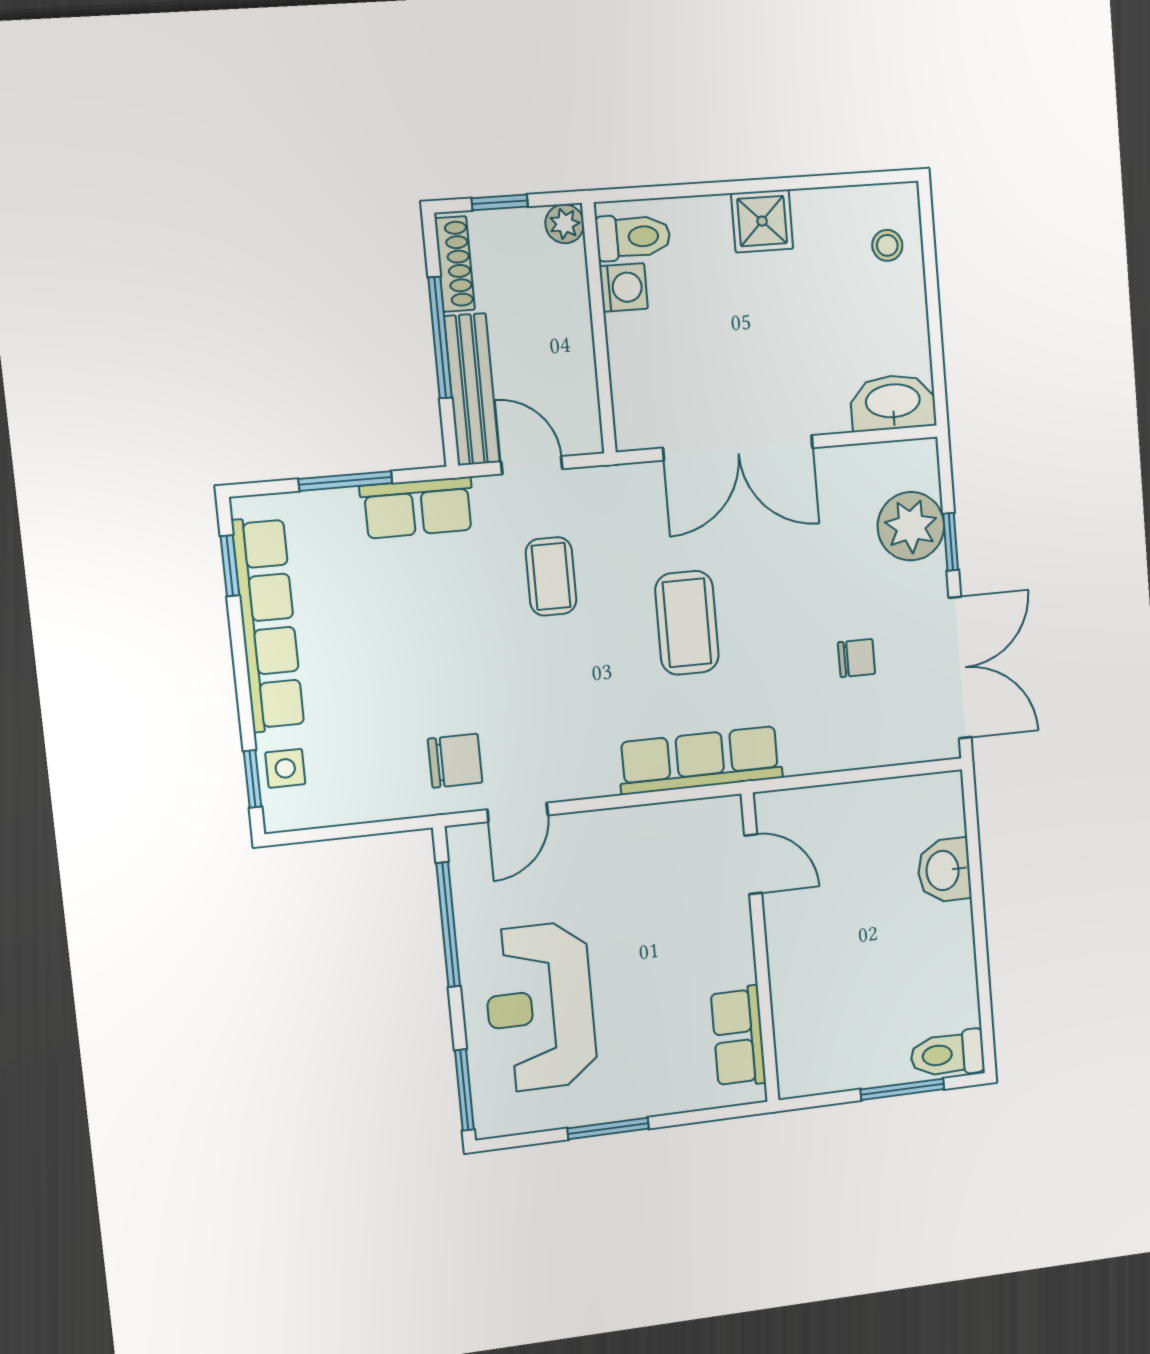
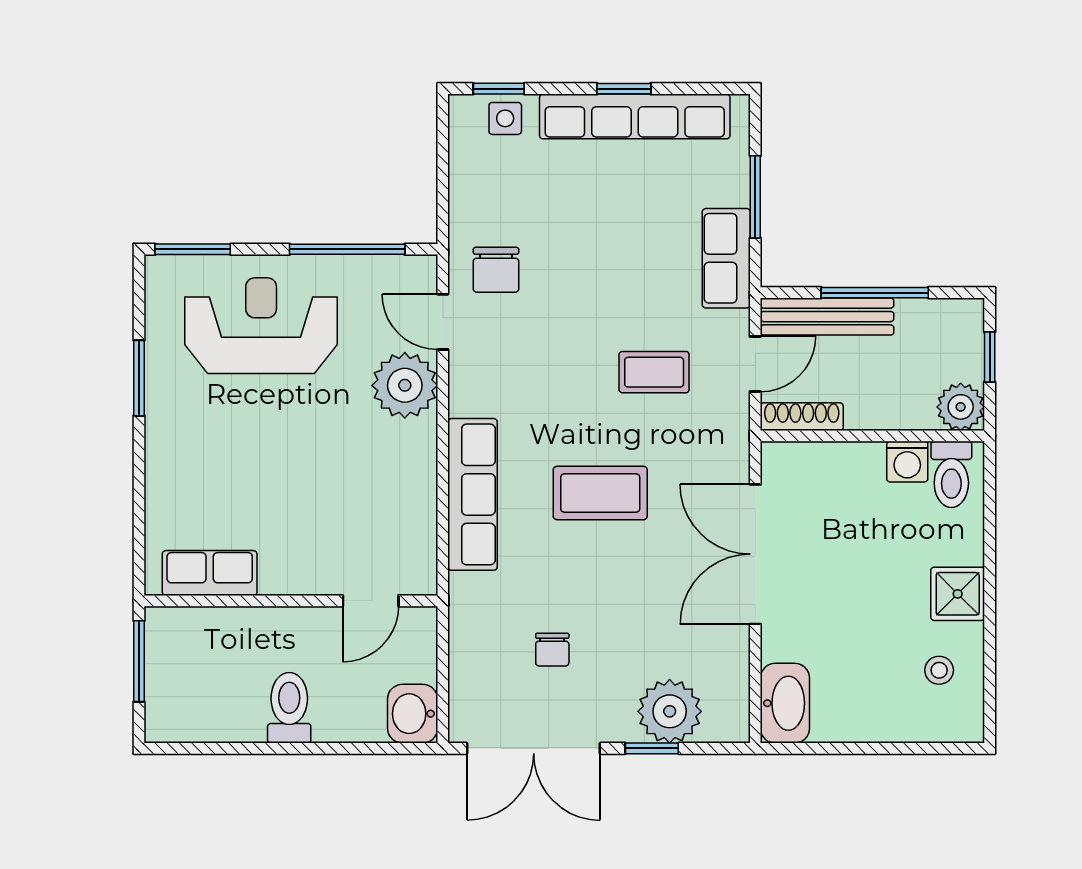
plant: (565, 224) -> (961, 407), width x1.38, depth x1.38
stool: (887, 245) -> (939, 670), moved
shoe rack: (455, 264) -> (802, 417), moved, turned 180
window: (230, 566) -> (624, 89), moved
plant: (590, 846) -> (405, 385), added
door: (753, 864) -> (371, 601), moved
washbasin: (944, 870) -> (413, 714), moved, turned -90
wall: (760, 948) -> (291, 601), moved
row of seats: (738, 1037) -> (210, 573), moved
toilet: (947, 1054) -> (289, 708), moved

